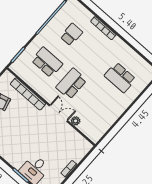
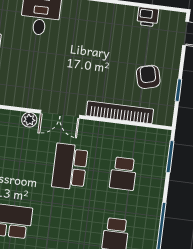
school desk: (47, 62) -> (123, 174), width x0.54
school desk: (71, 84) -> (70, 167), turned 180

